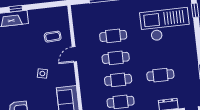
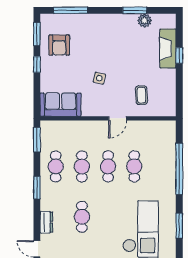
door: (74, 54) -> (118, 118), swing flipped

